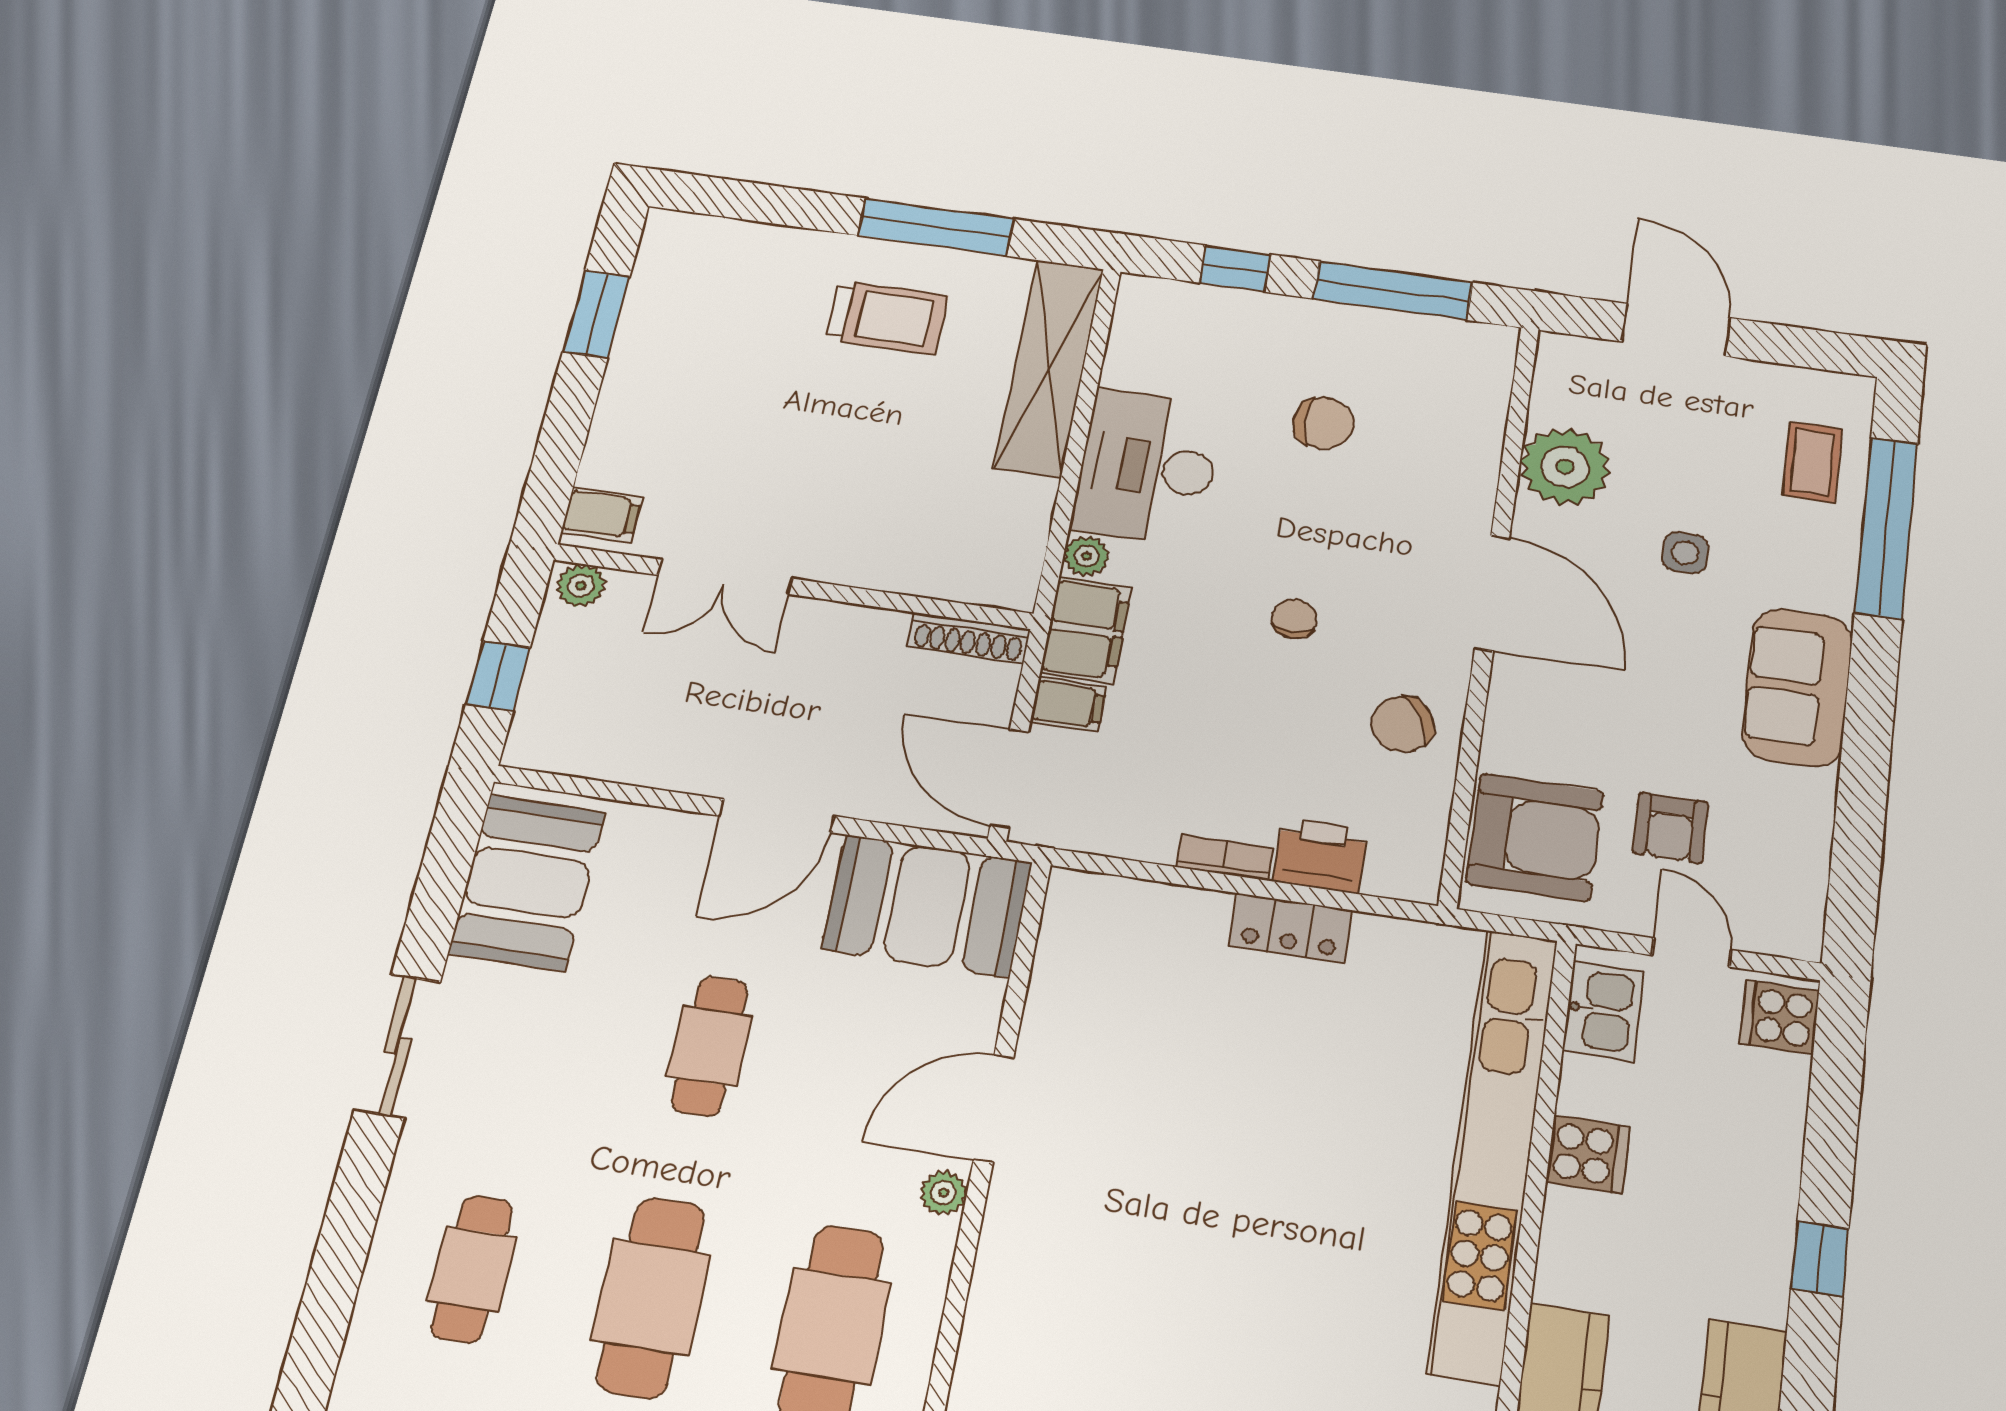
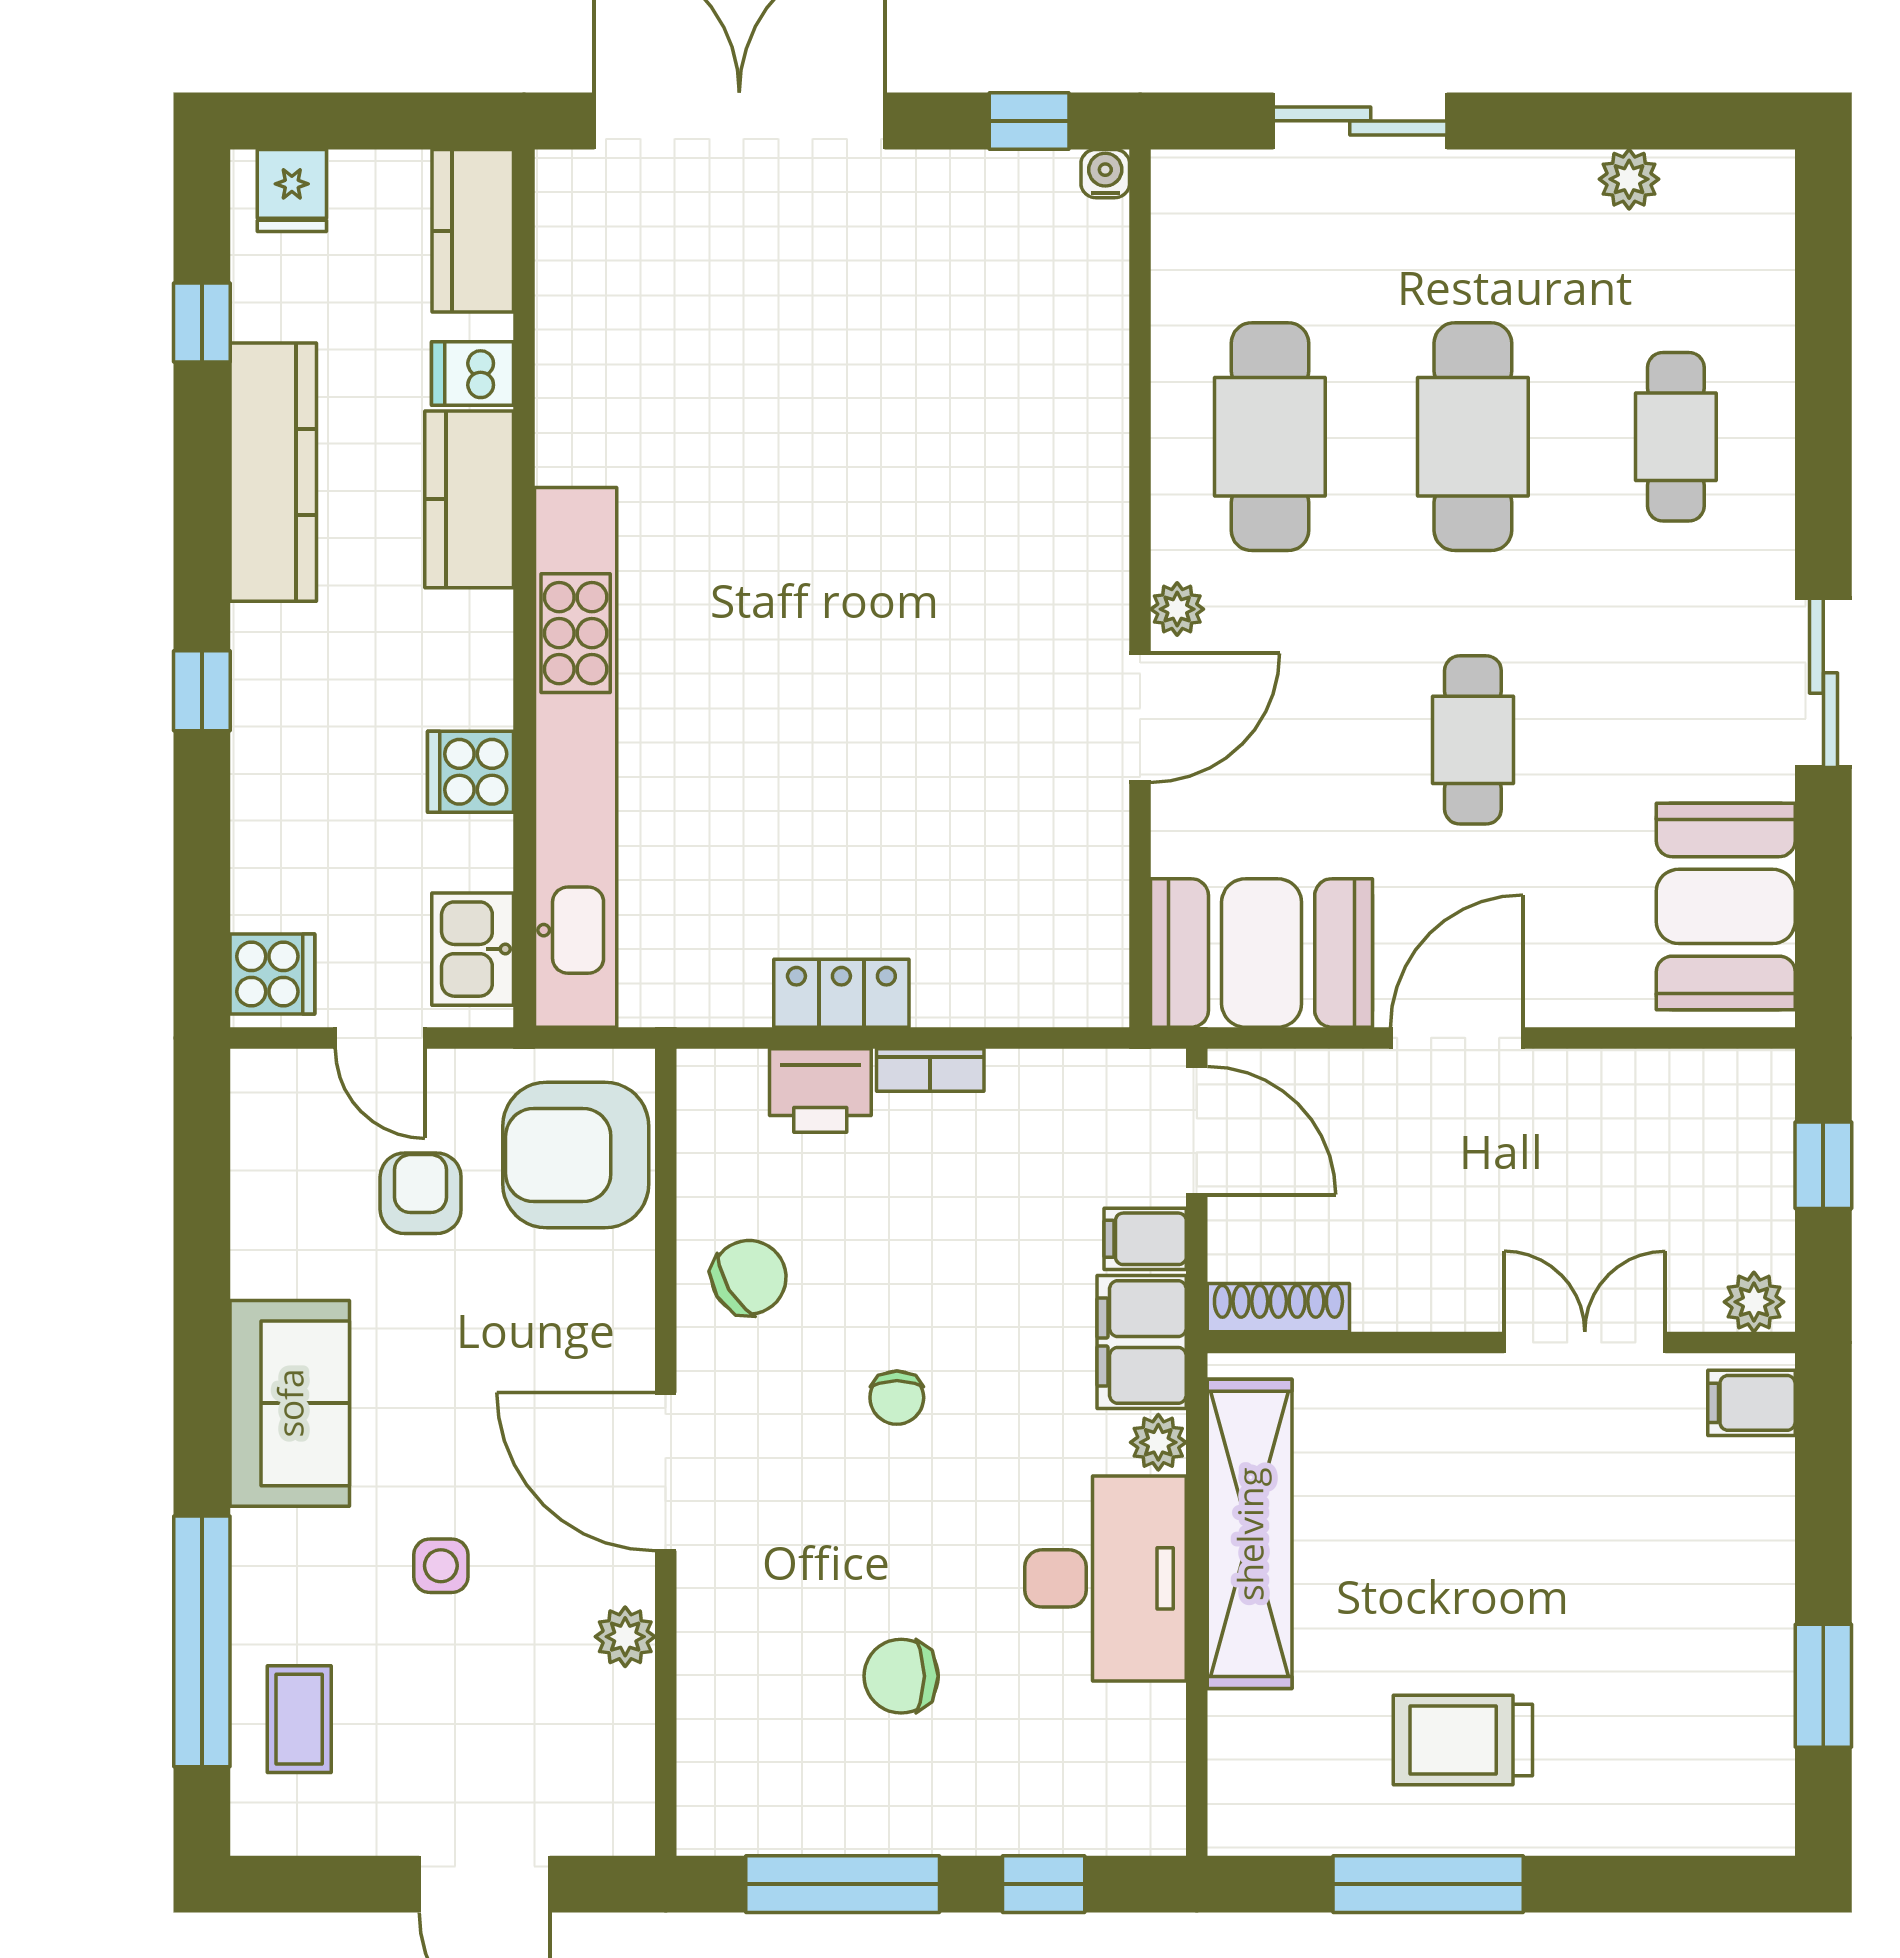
shelving: (1049, 367) -> (1250, 1534), moved
plant: (1565, 467) -> (625, 1637), width x0.53, depth x0.53

